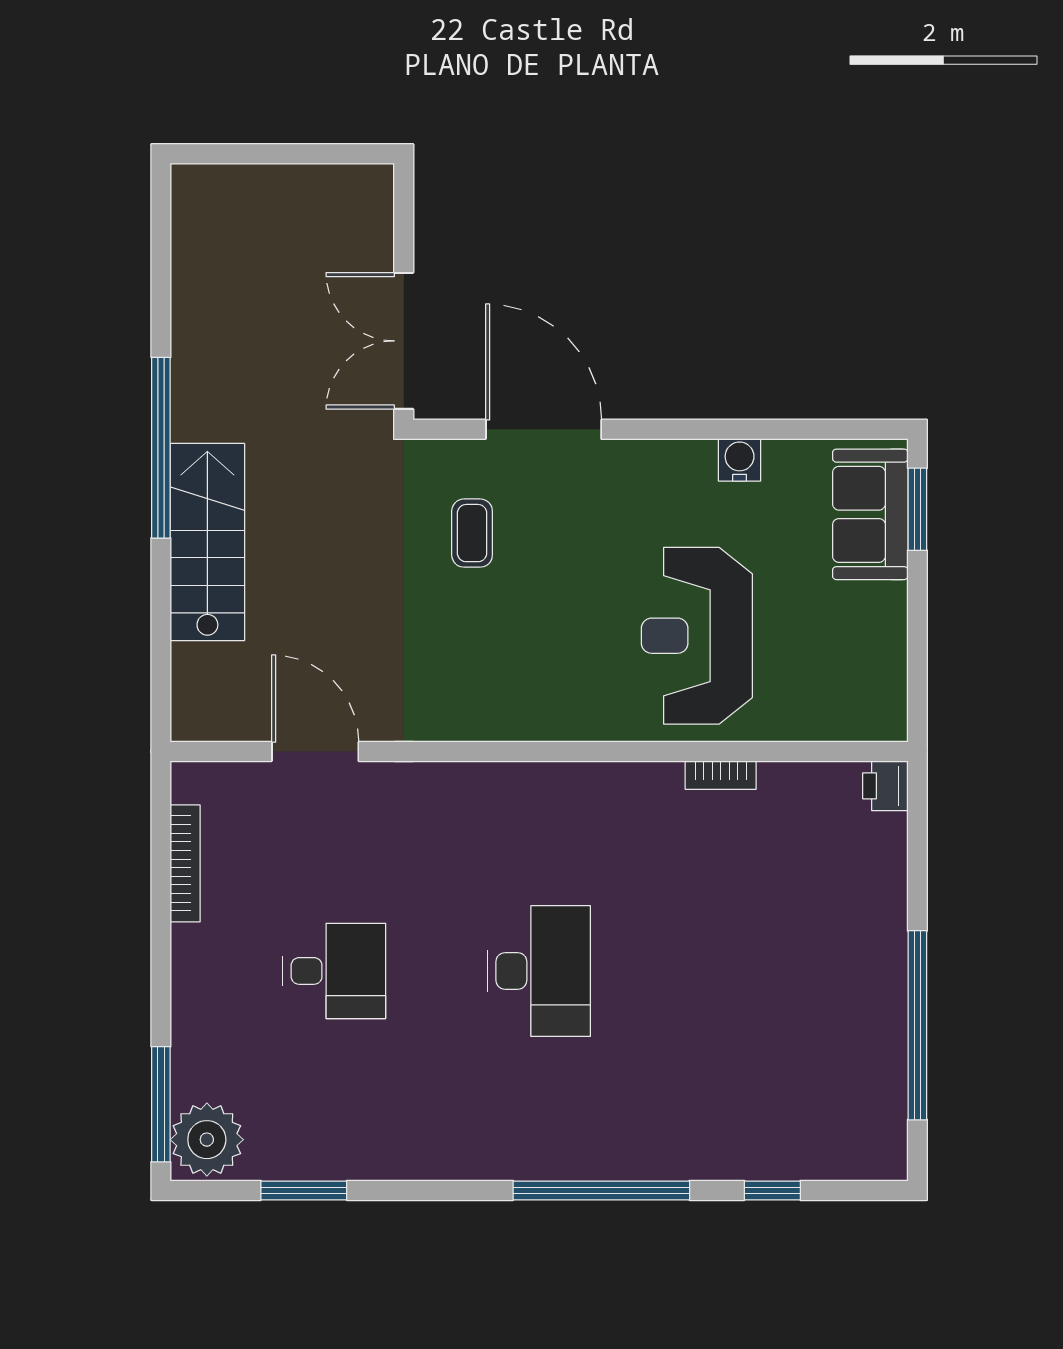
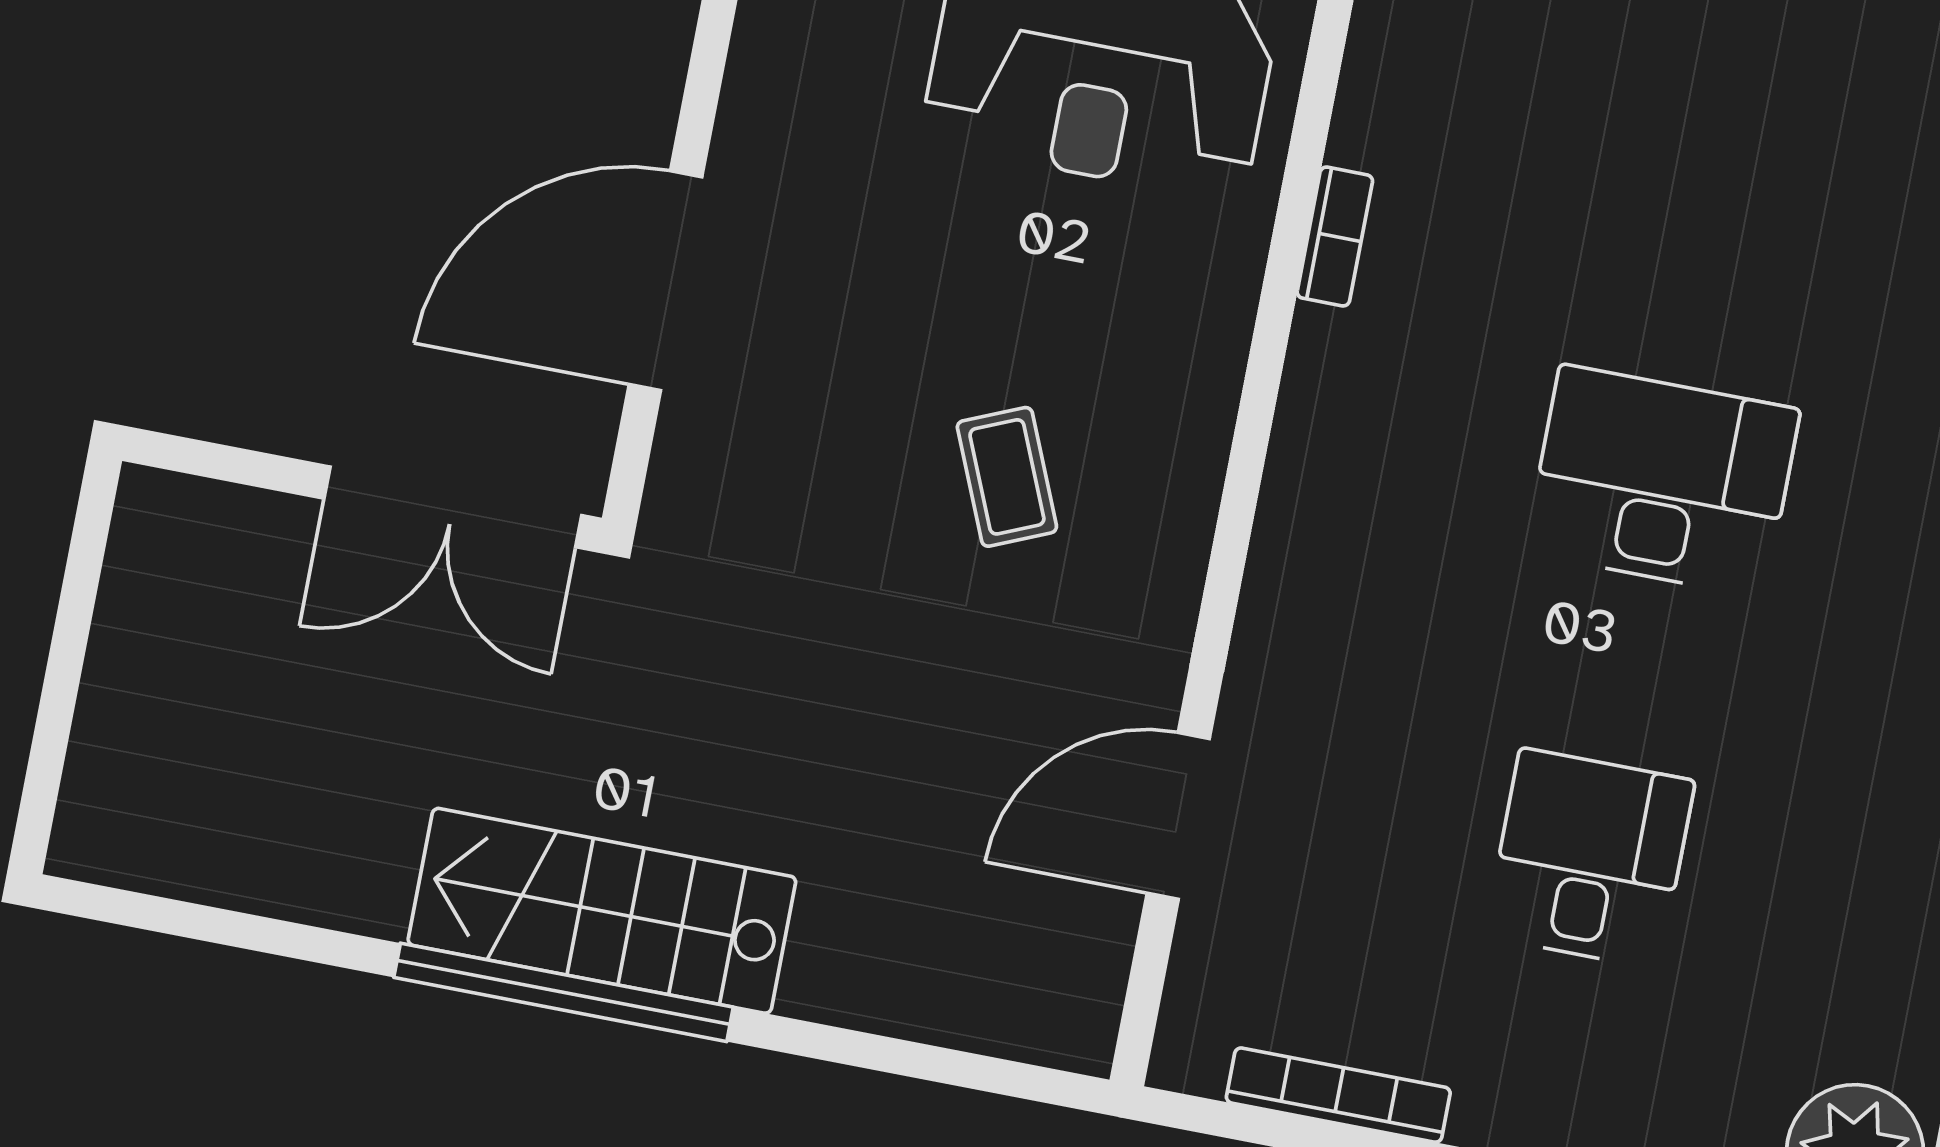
coffee table: (472, 533) -> (1007, 477), moved, turned 67
stairs: (207, 542) -> (602, 911), moved
bookcase: (721, 775) -> (1335, 237), moved

